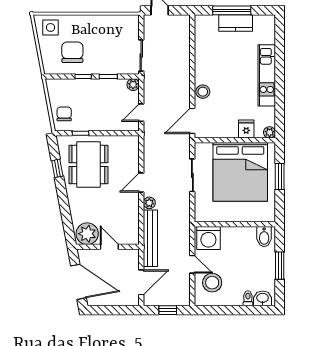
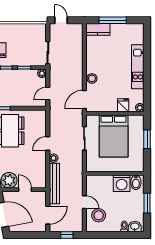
kitchen counter: (236, 23) -> (98, 29), moved
bed: (240, 172) -> (114, 136), width x0.73
washing machine: (208, 238) -> (122, 183), moved

